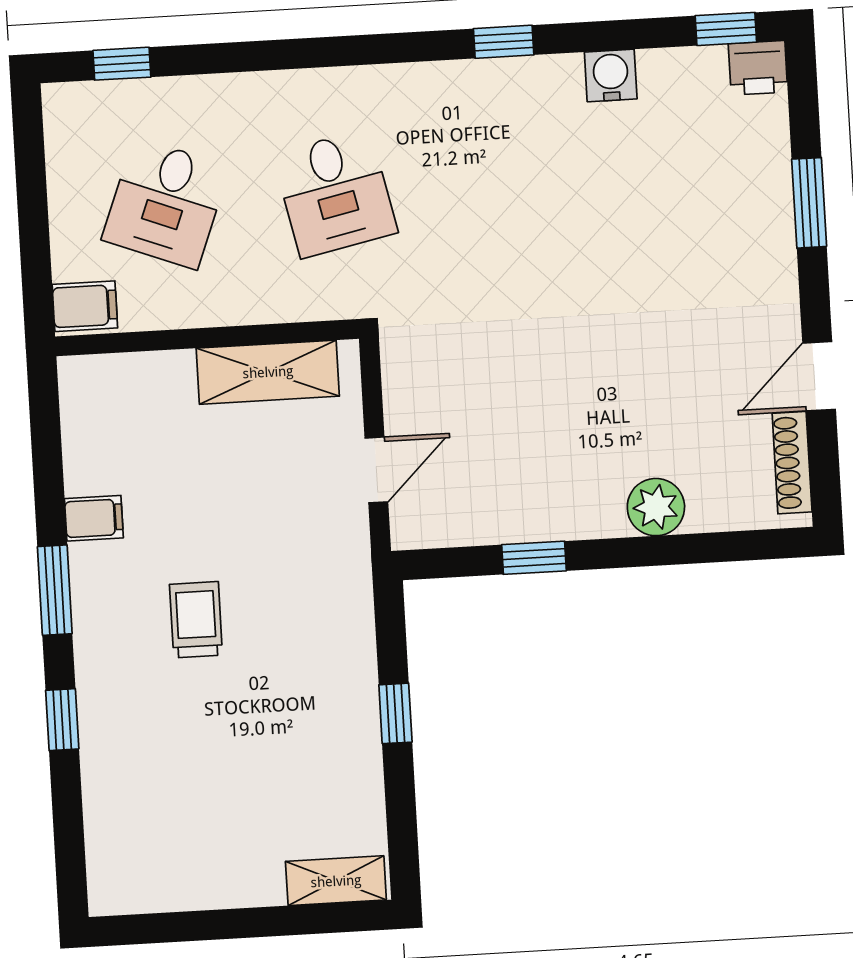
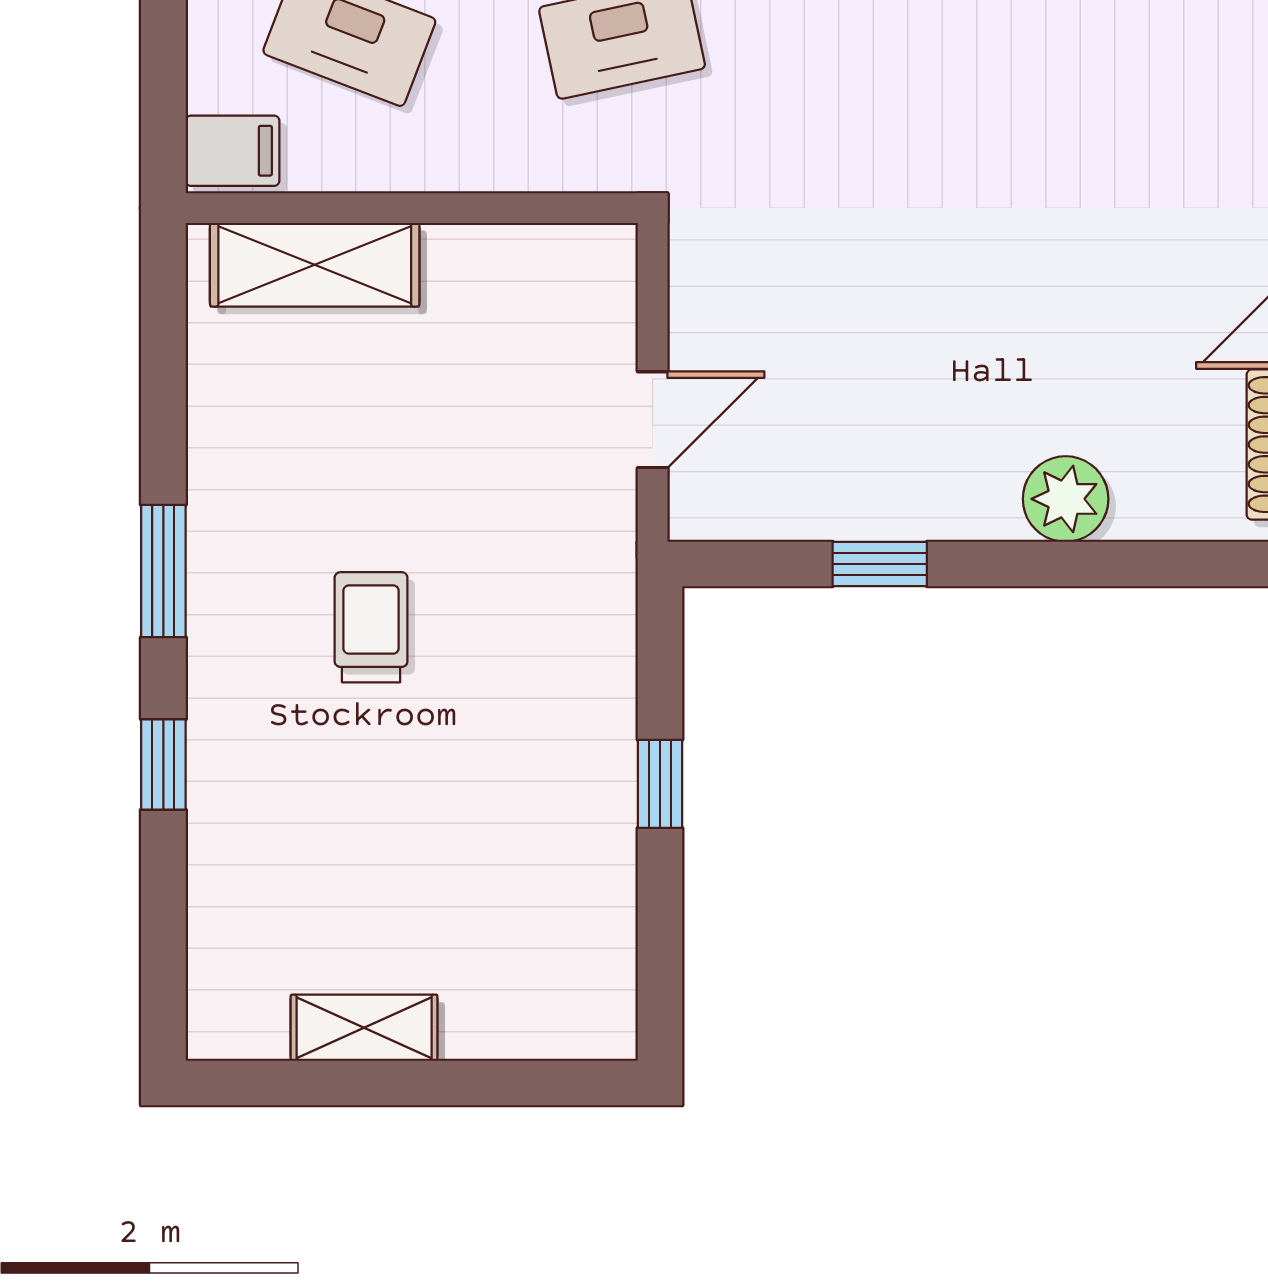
shelving: (268, 372) -> (315, 265), moved
filing cabinet: (94, 518) -> (228, 467), removed
shelving: (336, 881) -> (364, 1028), moved

